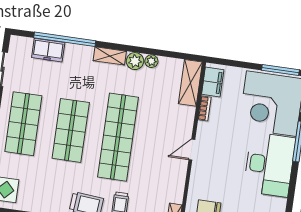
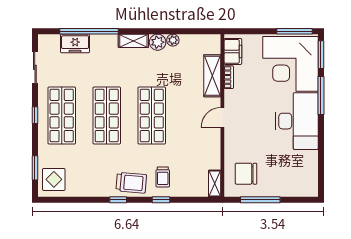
shelving: (190, 83) -> (212, 76), moved
shop shelf: (118, 137) -> (152, 115), width x0.71

